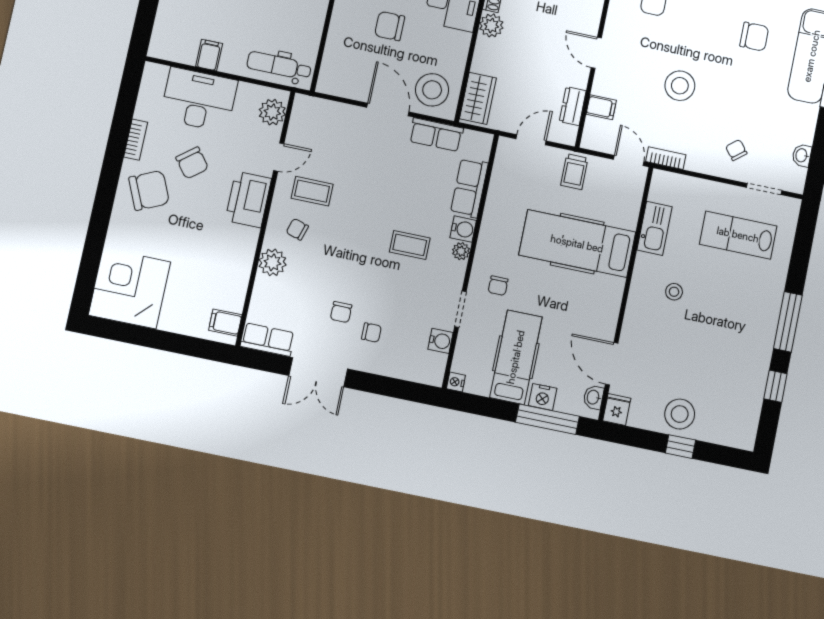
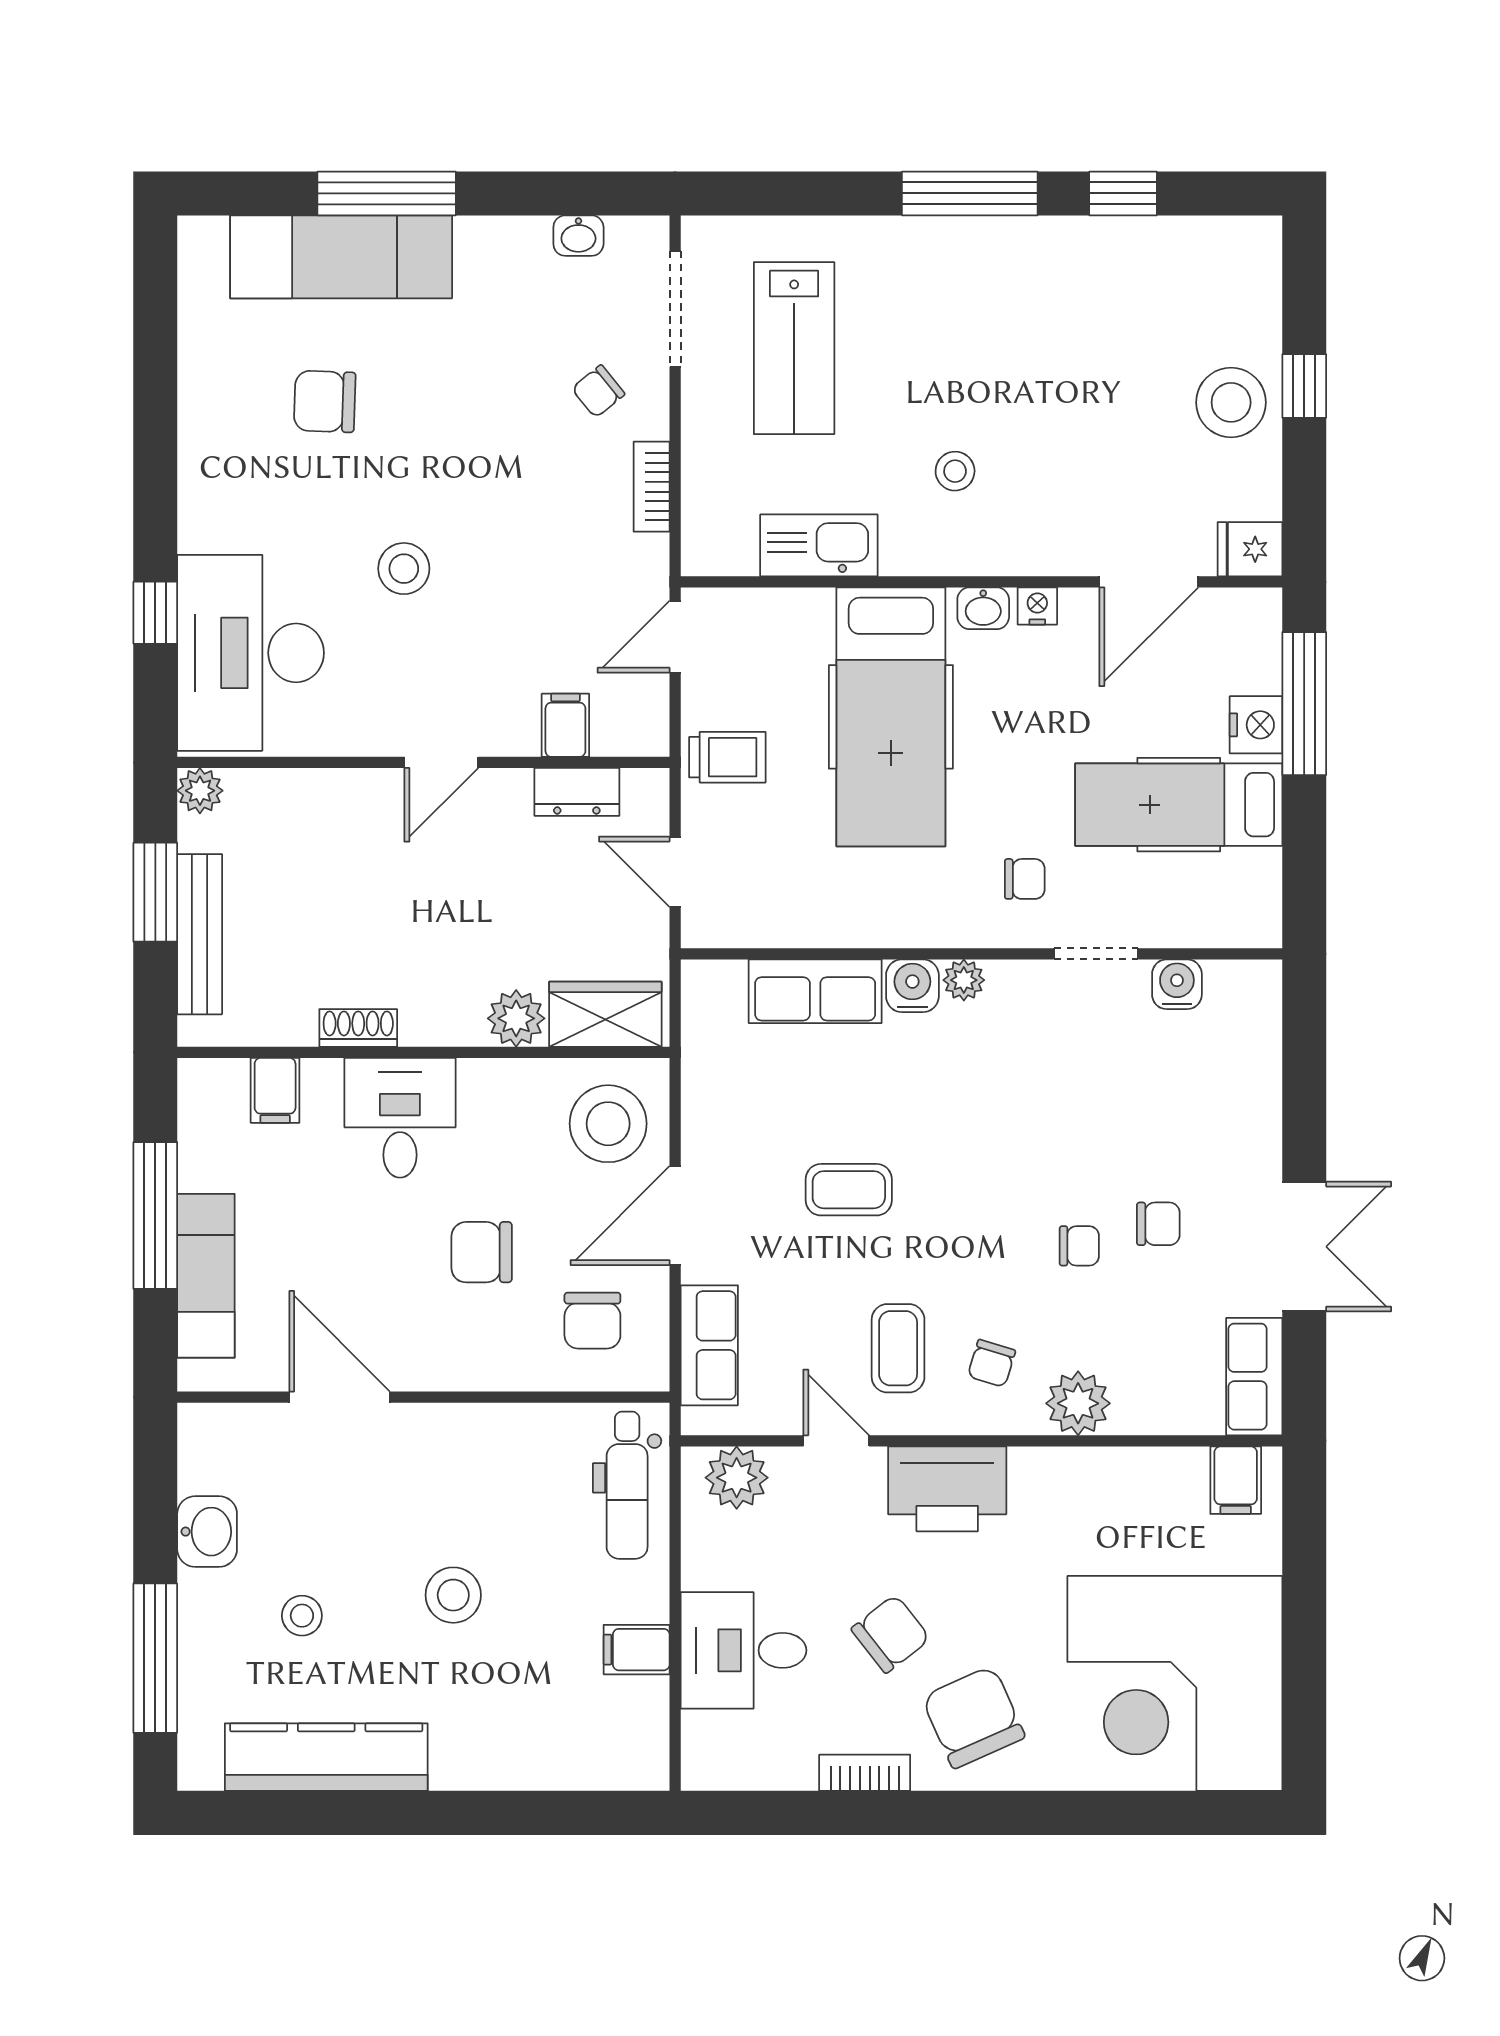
plant: (491, 25) -> (516, 1018), moved
chair: (390, 26) -> (482, 1252), turned 90
chair: (754, 37) -> (325, 401), turned -88
chair: (351, 66) -> (592, 1321), added
stool: (680, 86) -> (404, 569), moved, width x0.73, depth x0.73
desk: (199, 100) -> (743, 1650), width x0.73
row of seats: (436, 135) -> (709, 1345), moved
bookcase: (666, 158) -> (652, 487), moved
doorway: (764, 189) -> (675, 309), width x1.38
coffee table: (410, 245) -> (849, 1190), moved, turned 90
corner desk: (129, 288) -> (1175, 1683), width x1.36, depth x1.36
chair: (371, 333) -> (1079, 1246), moved, turned 90
nightstand: (456, 382) -> (1037, 606), moved, turned 180
washbasin: (593, 397) -> (983, 608), moved

